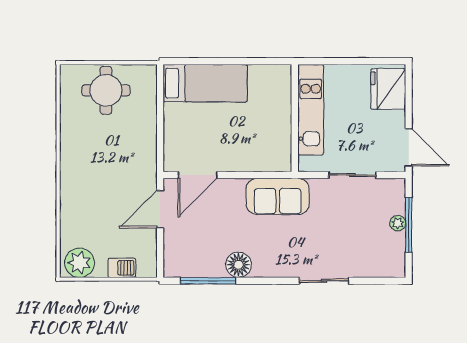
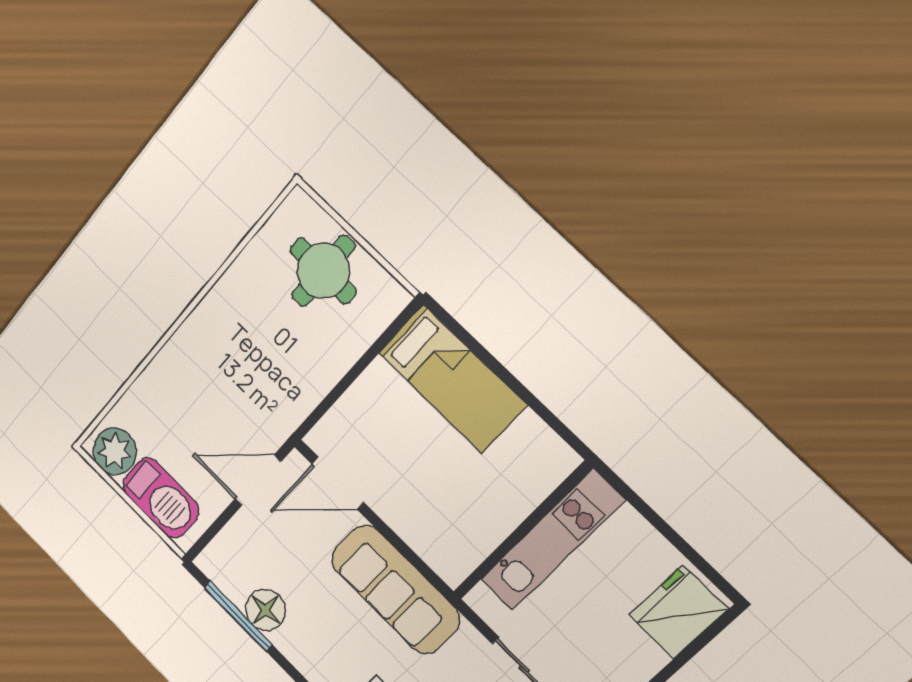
sofa: (278, 196) -> (395, 589), width x1.36
floor lamp: (239, 265) -> (266, 610), moved
barbecue: (122, 268) -> (161, 498), width x1.88, depth x1.53

